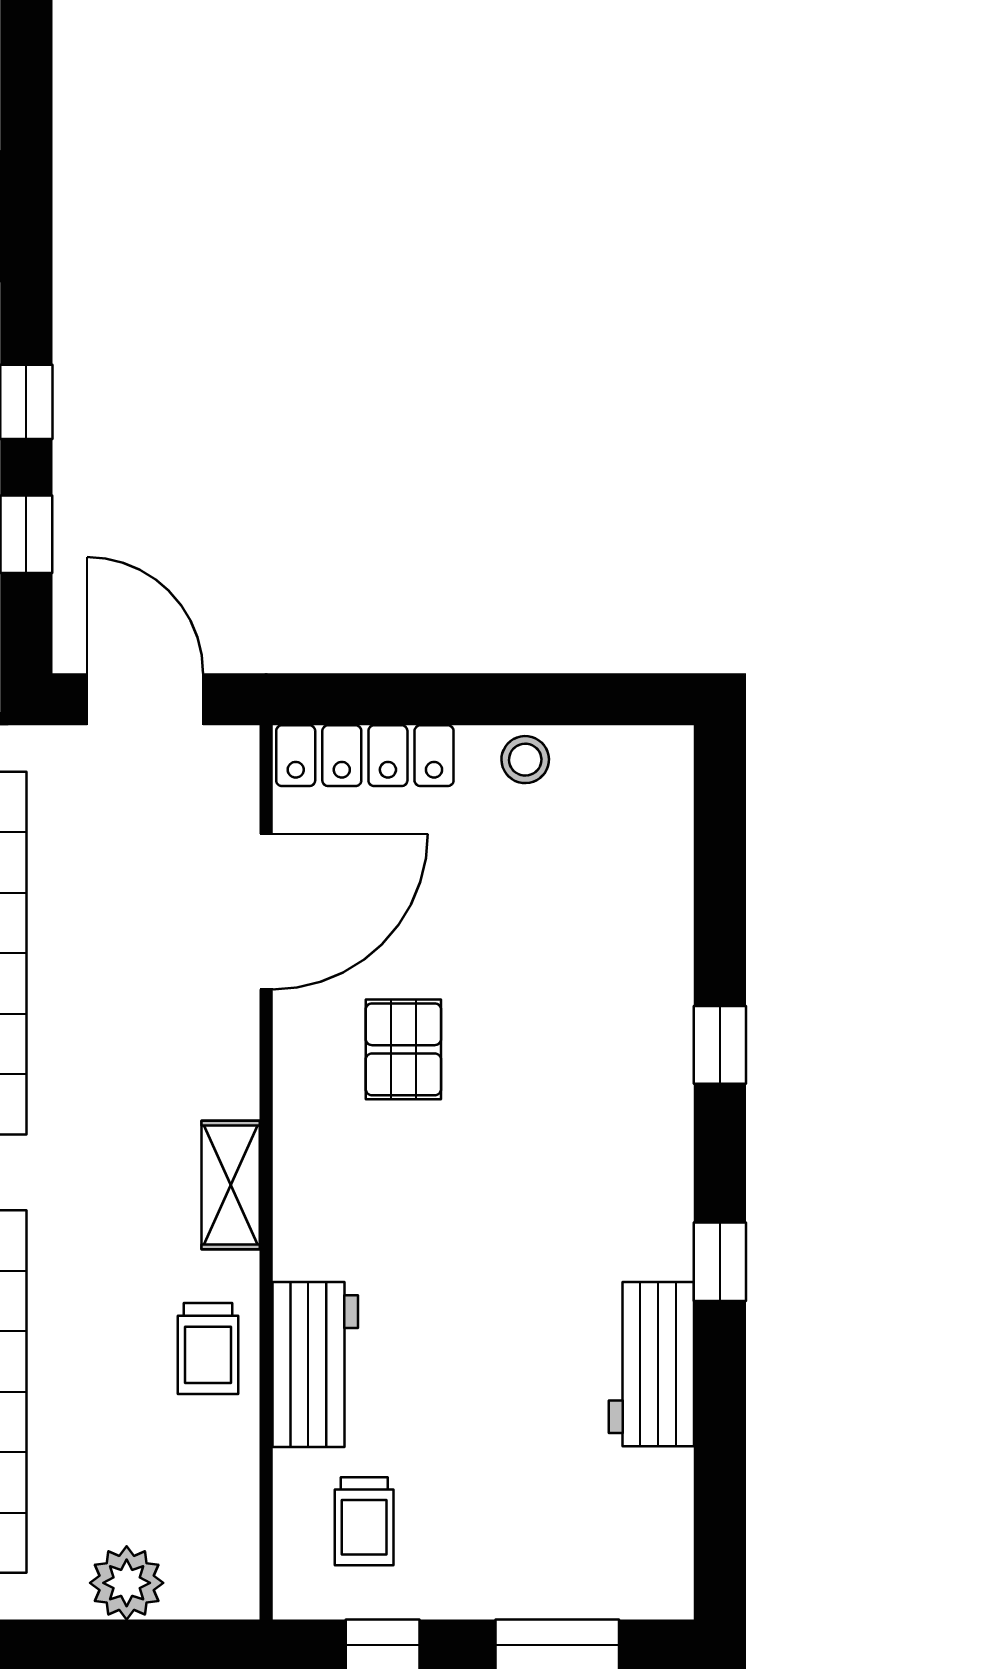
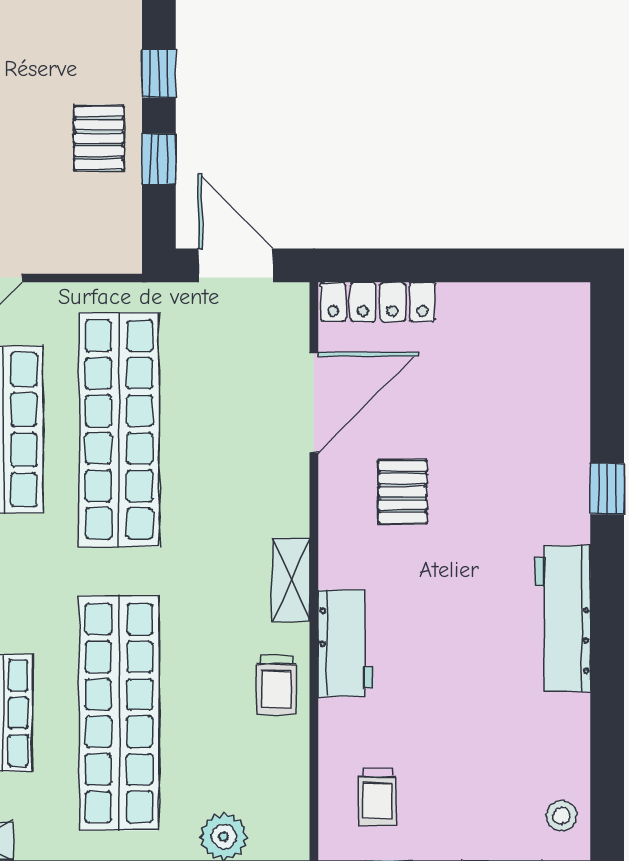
stool: (525, 760) -> (562, 816), moved
window: (720, 1262) -> (607, 629), removed
workbench: (651, 1364) -> (563, 619), moved, width x1.38
workbench: (315, 1365) -> (346, 643), moved

